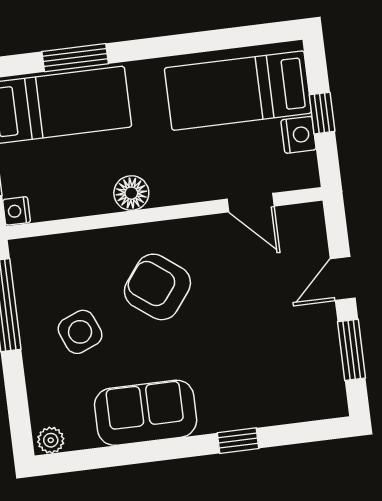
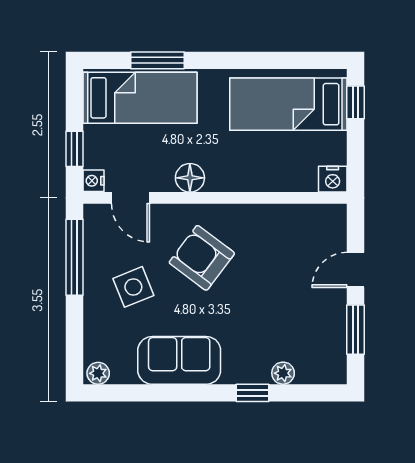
window: (322, 113) -> (355, 102), moved
nightstand: (299, 135) -> (333, 179), moved, turned 90
door: (251, 203) -> (130, 198), moved
plant: (272, 413) -> (283, 373), added

